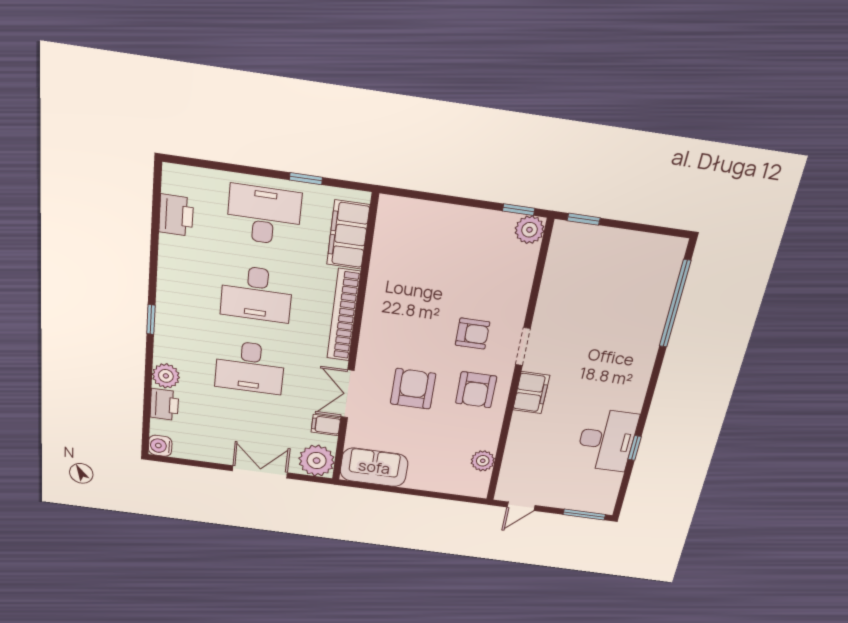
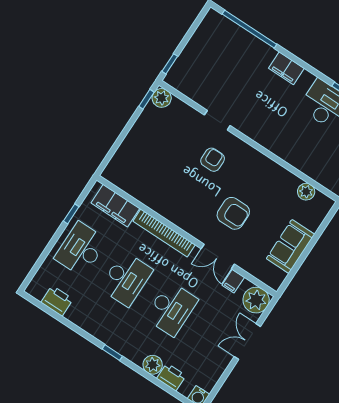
doorway: (523, 346) -> (217, 120), moved
armchair: (413, 389) -> (233, 213), turned 180
armchair: (476, 390) -> (252, 174), removed
filing cabinet: (531, 393) -> (286, 68), moved, turned 180
sofa: (374, 467) -> (290, 246), moved

